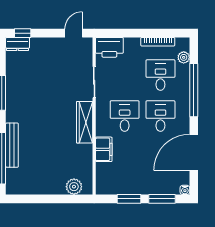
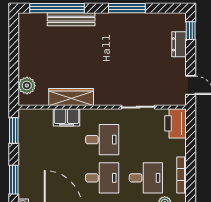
dresser: (18, 44) -> (179, 44), moved
wardrobe: (85, 122) -> (71, 97), moved
window: (129, 199) -> (14, 131), moved

